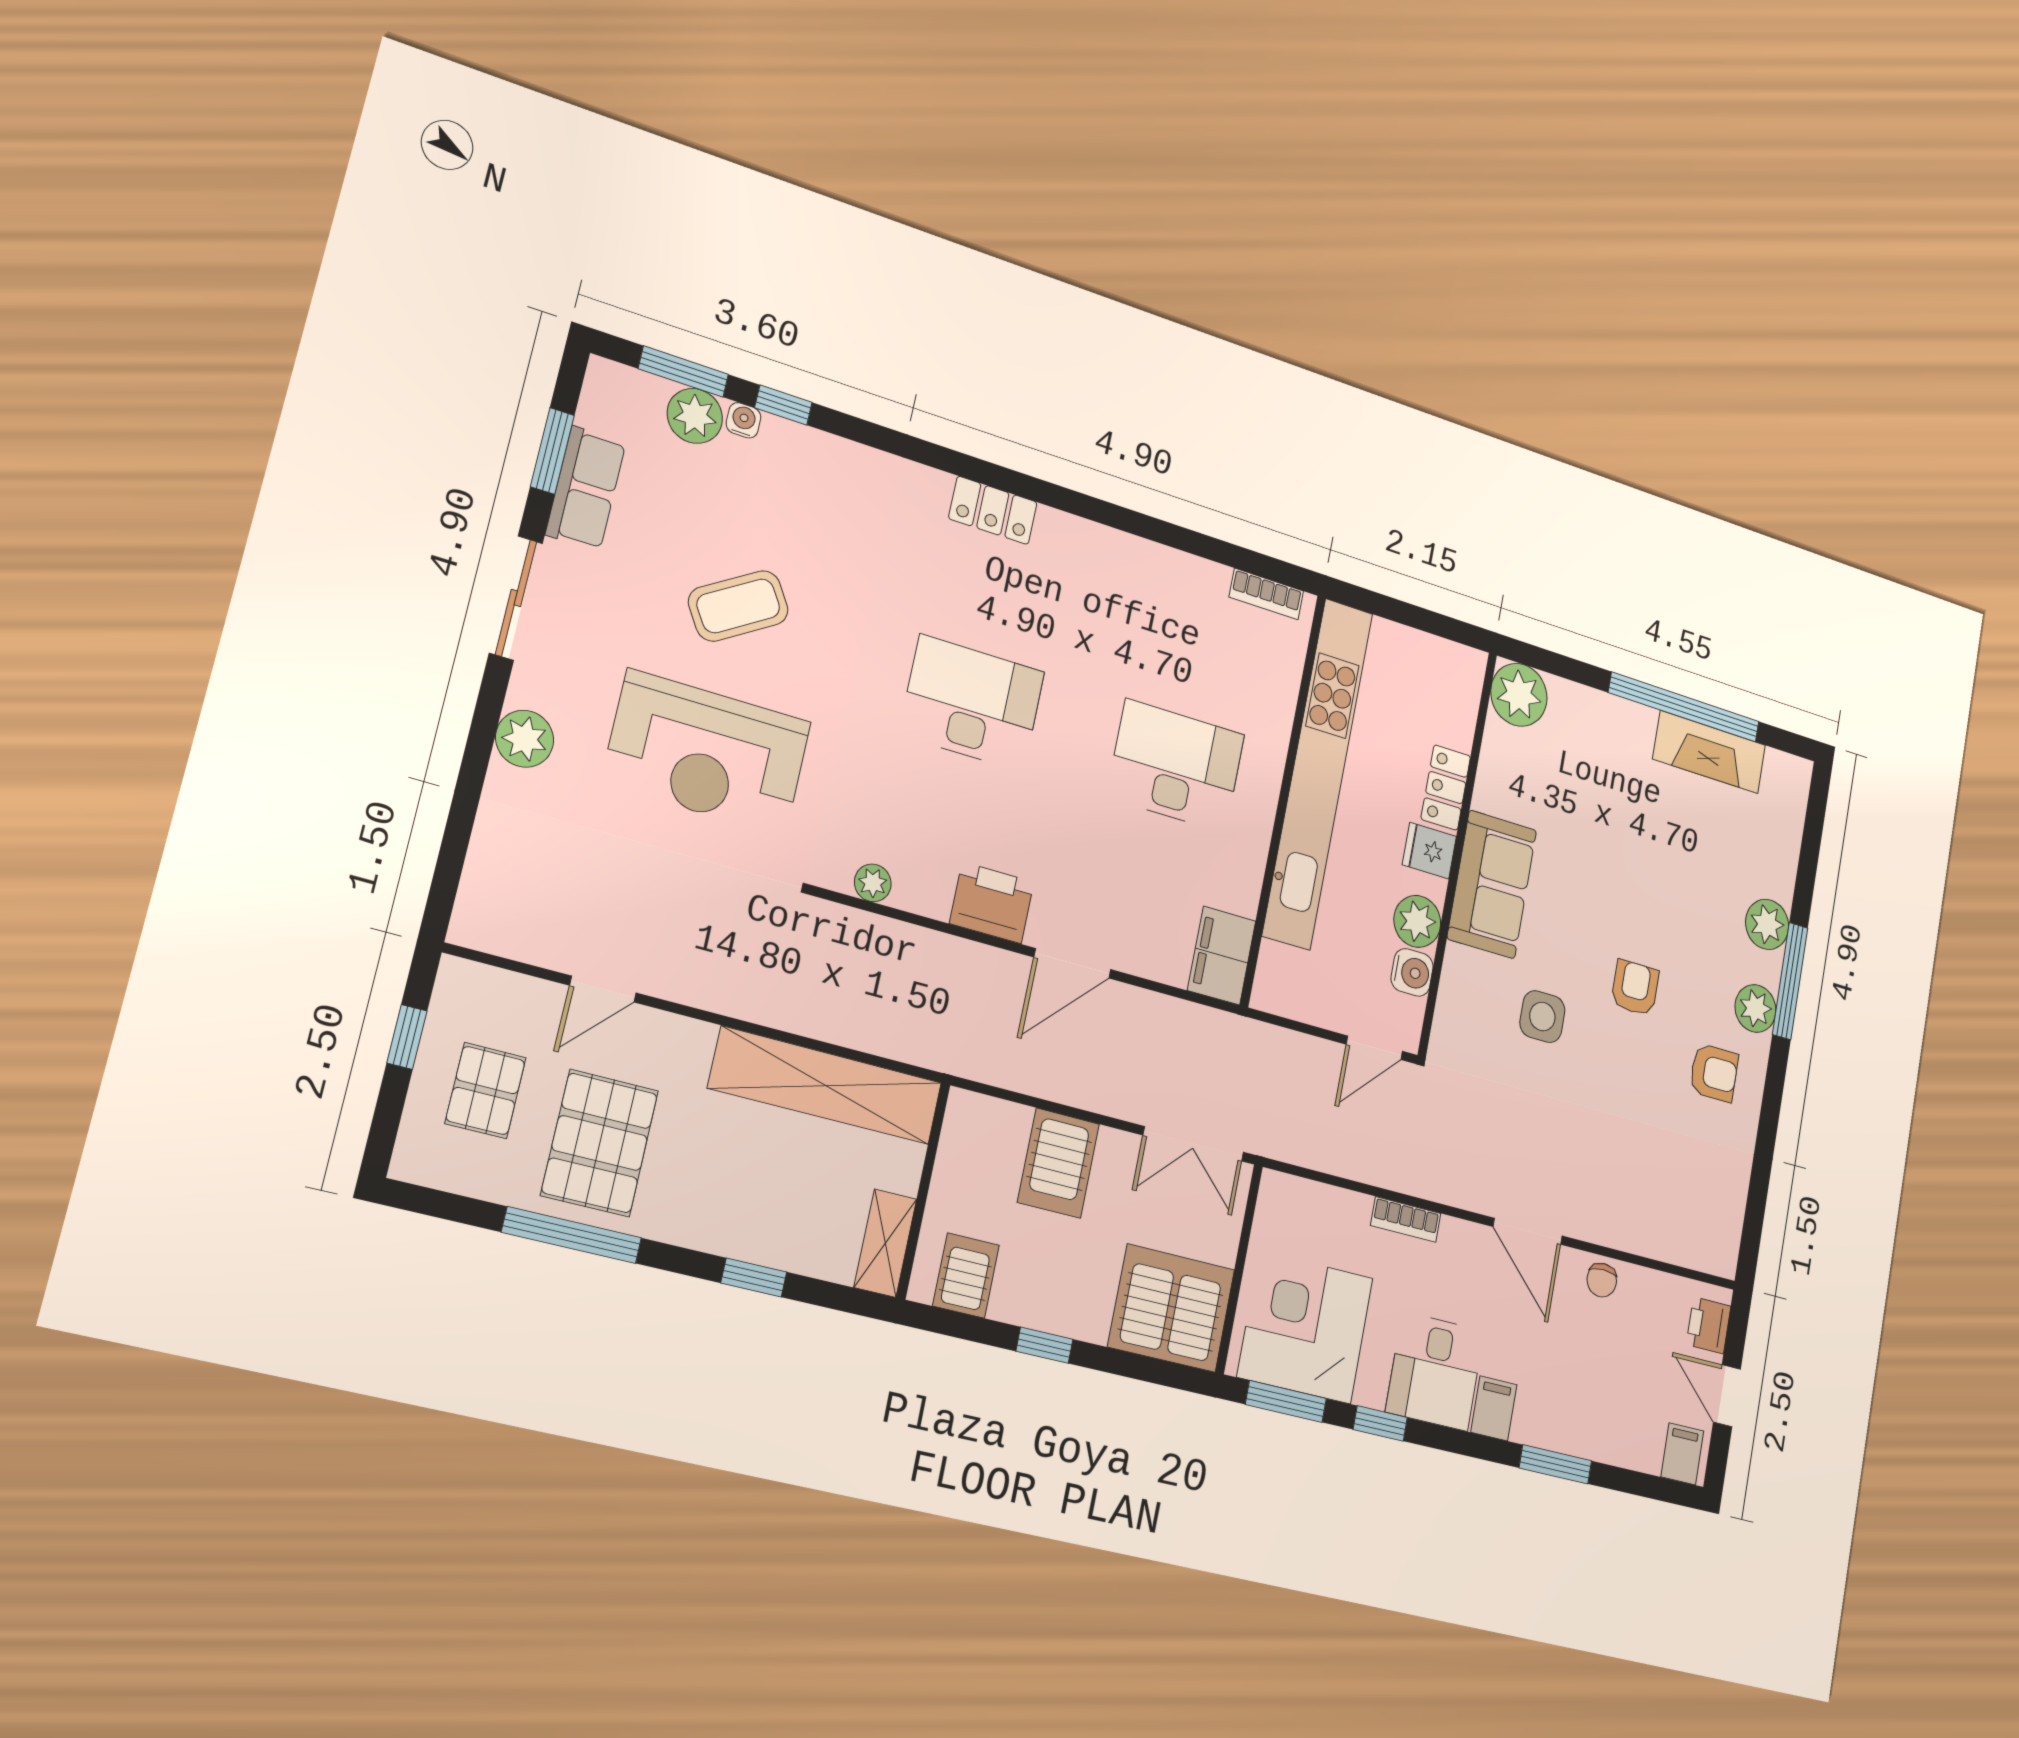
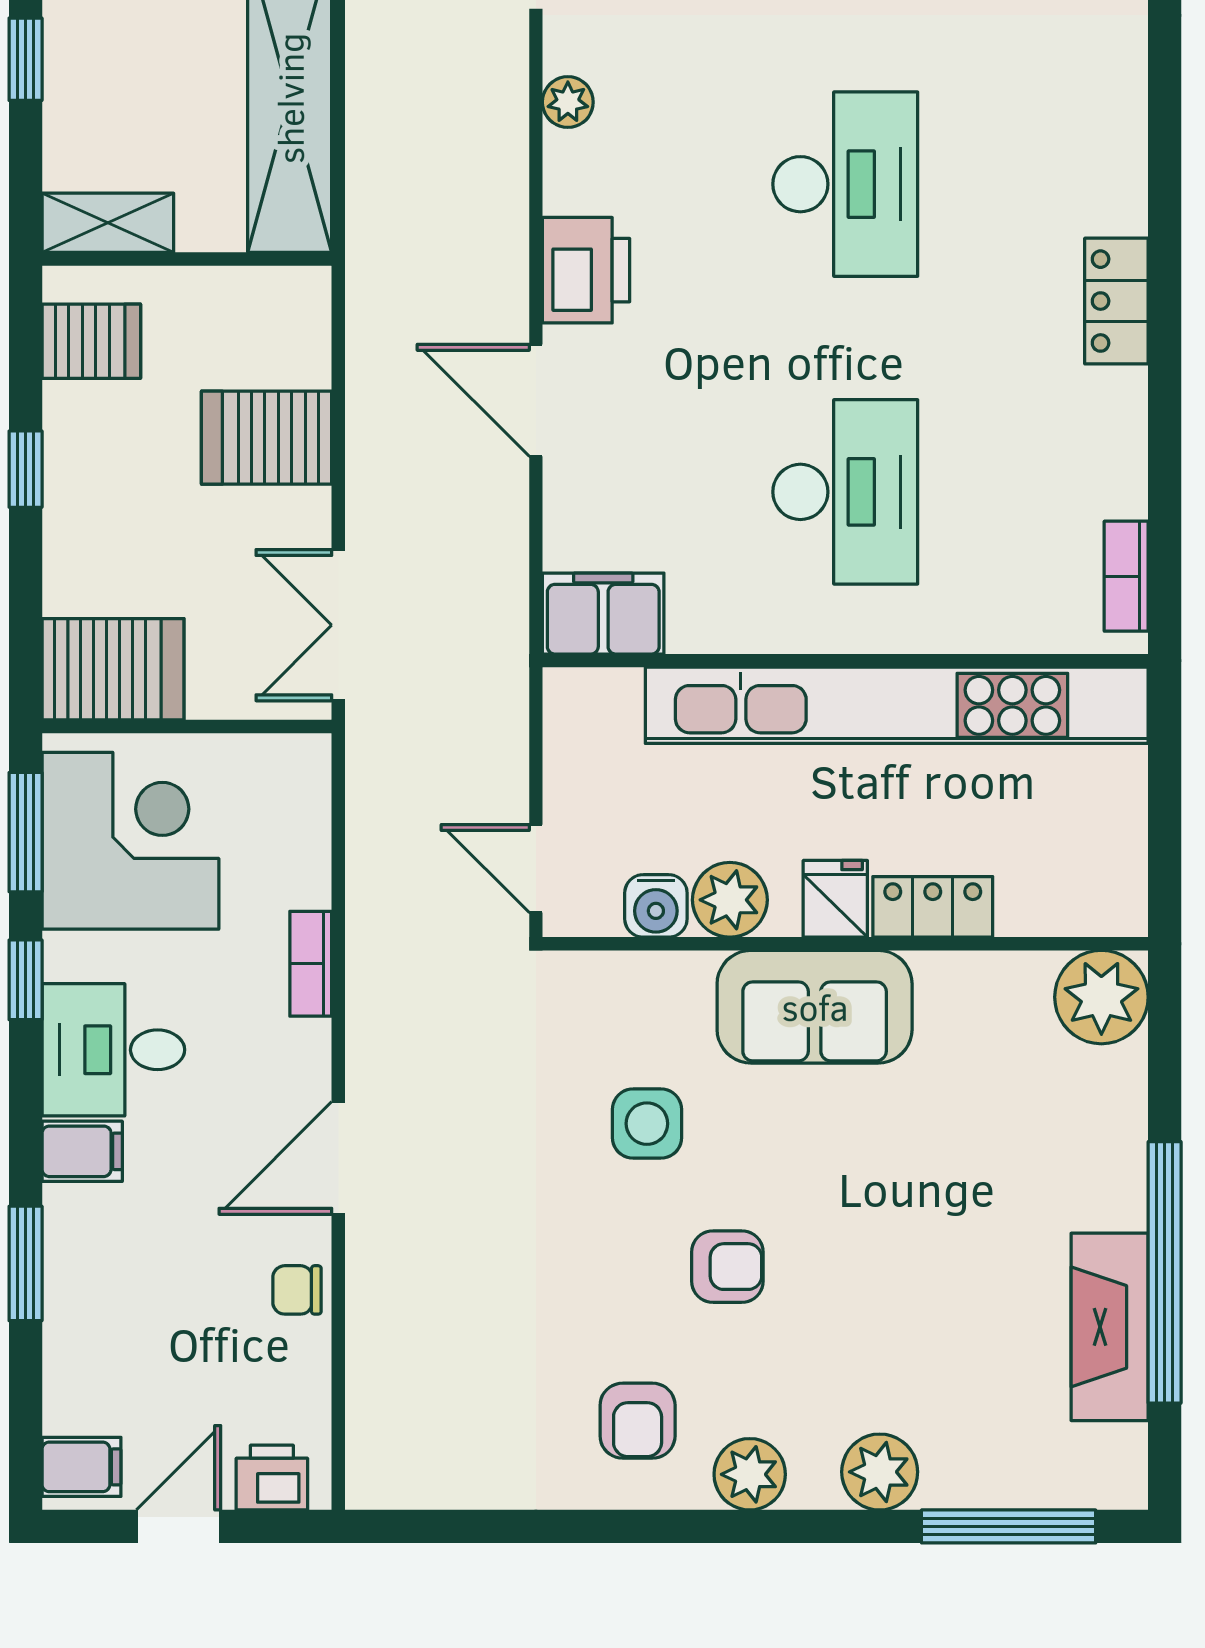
locker: (993, 510) -> (1116, 301), moved
window: (1790, 981) -> (1009, 1526), moved
server rack: (1171, 1308) -> (113, 669), width x0.63

